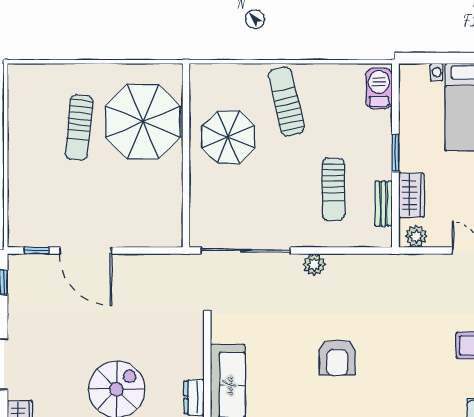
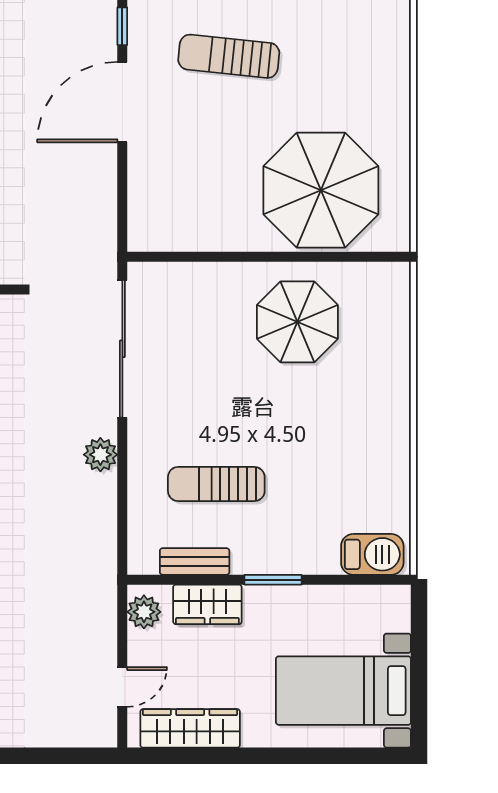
sun lounger: (286, 102) -> (352, 411), removed
sun lounger: (79, 127) -> (229, 56), moved

